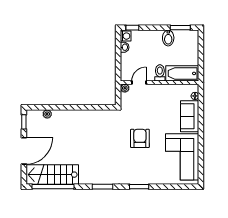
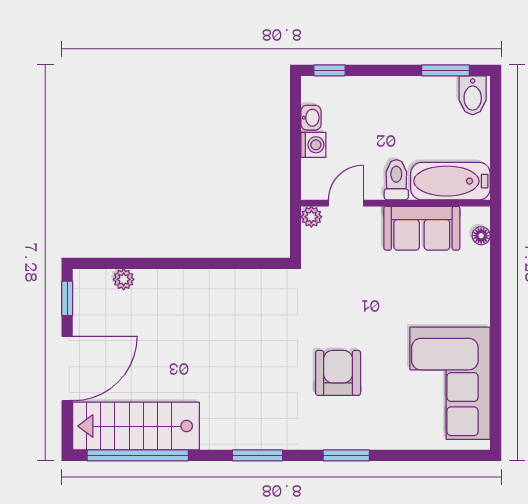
washing machine: (126, 36) -> (313, 145), moved
bidet: (168, 38) -> (473, 95), moved
sofa: (190, 116) -> (422, 228), moved, turned -90
armchair: (140, 138) -> (338, 373), moved

